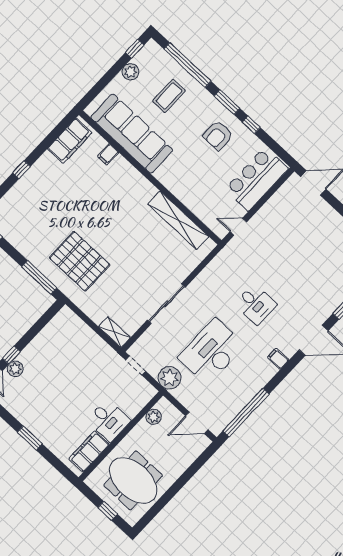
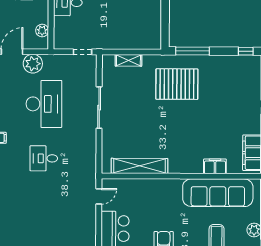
filing cabinet: (108, 154) -> (215, 166), width x2.00
shelving: (114, 332) -> (128, 60), moved
plant: (170, 378) -> (33, 64), moved

